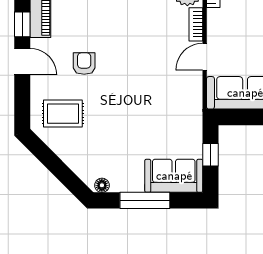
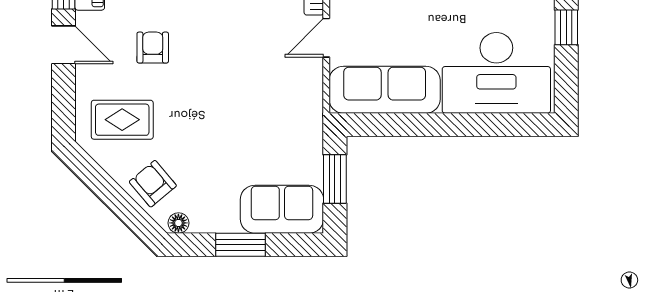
window: (211, 155) -> (335, 179), width x1.50
armchair: (84, 158) -> (153, 184), added
window: (145, 200) -> (240, 245), width x0.69

